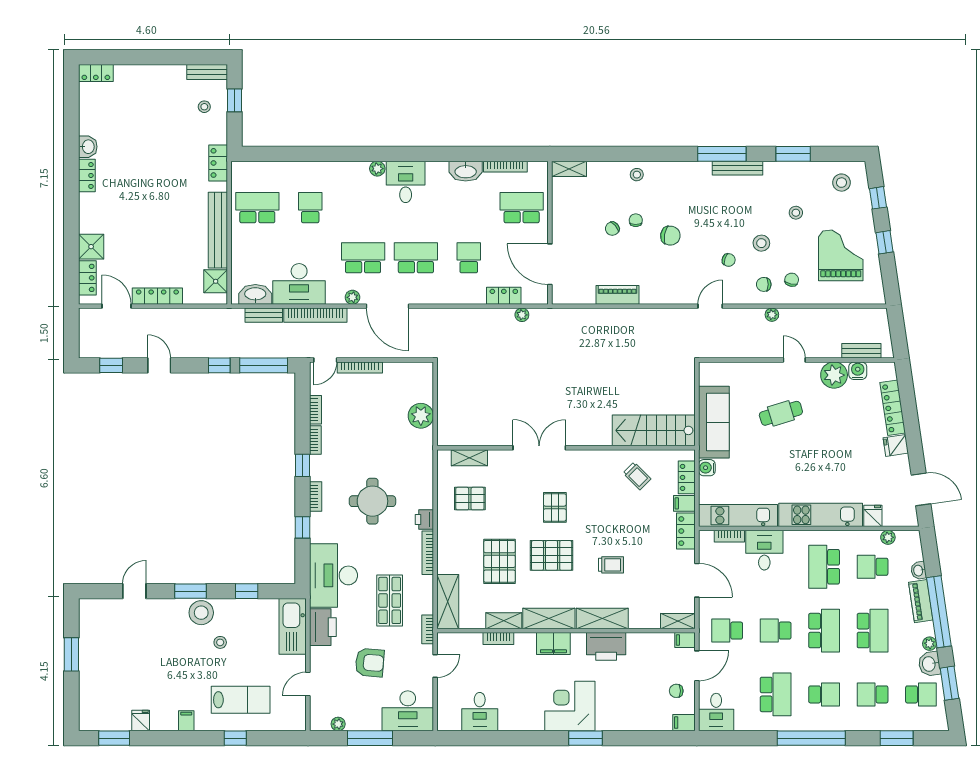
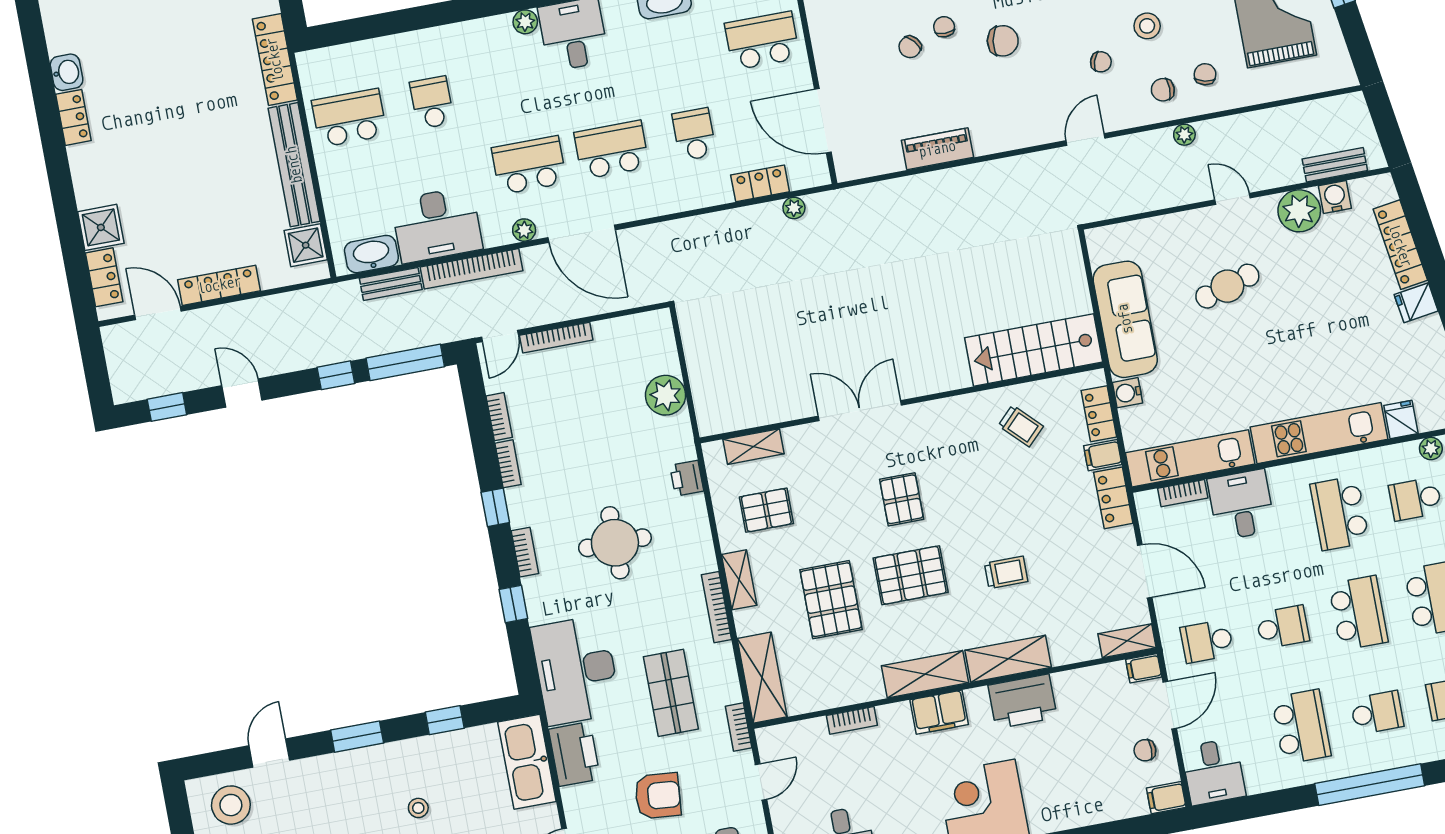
locker: (218, 163) -> (275, 60), width x1.53
printer: (424, 519) -> (687, 478), moved
stool: (201, 613) -> (231, 805), moved
shelving: (504, 621) -> (739, 580), moved, turned 90
school desk: (776, 631) -> (1283, 627), turned 180

